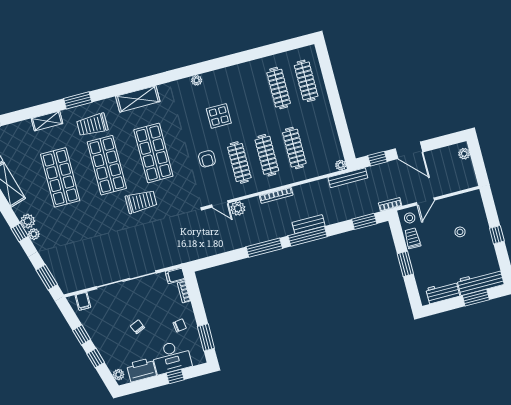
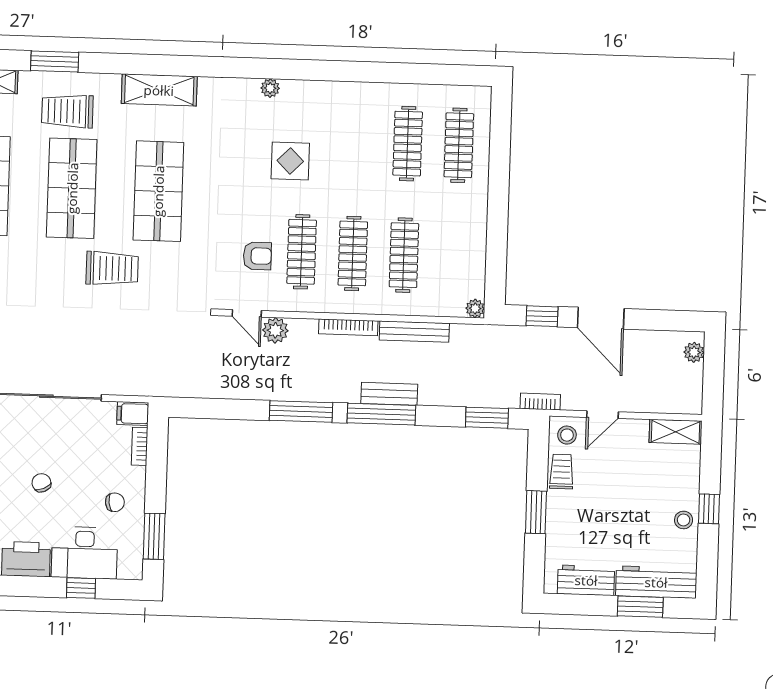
armchair: (207, 159) -> (257, 256), moved, turned -90
bench: (348, 178) -> (414, 332), moved
shelving: (467, 199) -> (676, 432), added
stool: (460, 232) -> (684, 520), moved

